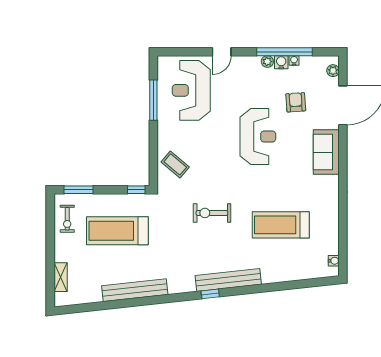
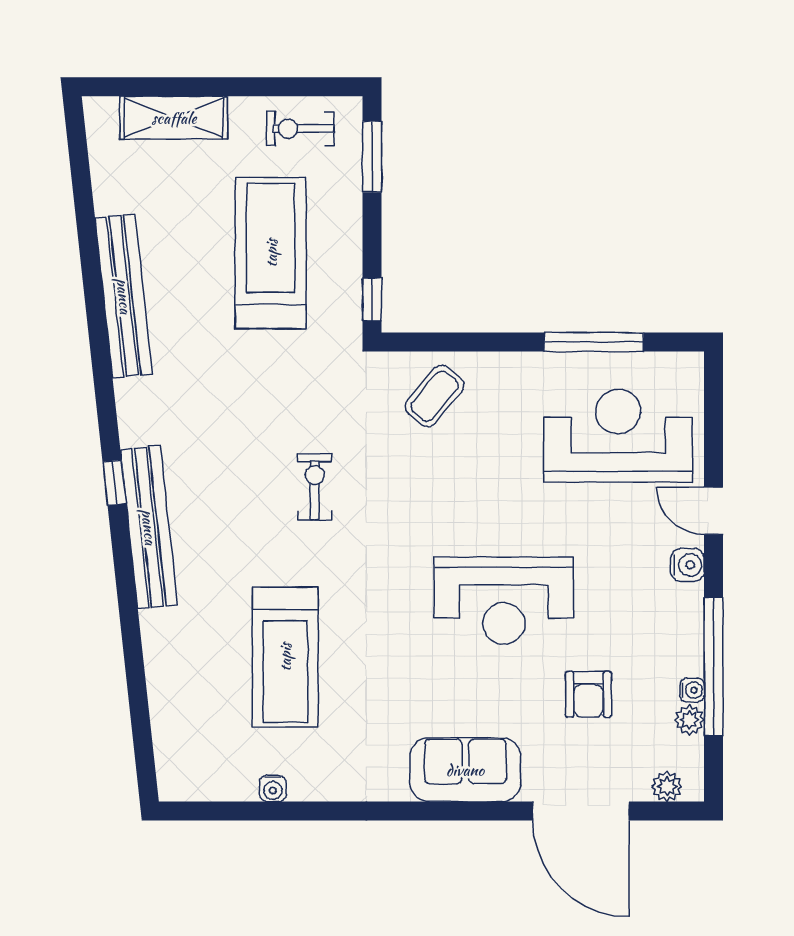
plant: (267, 62) -> (689, 720), moved
water cooler: (281, 62) -> (688, 565), moved
armchair: (296, 102) -> (589, 694), turned 94
exercise bike: (212, 213) -> (315, 487), width x0.73, depth x0.72
treadmill: (281, 225) -> (285, 657), turned 180
water cooler: (334, 261) -> (273, 788), moved
shelving: (61, 277) -> (174, 118), width x1.50, depth x1.33

